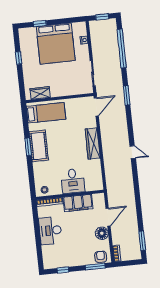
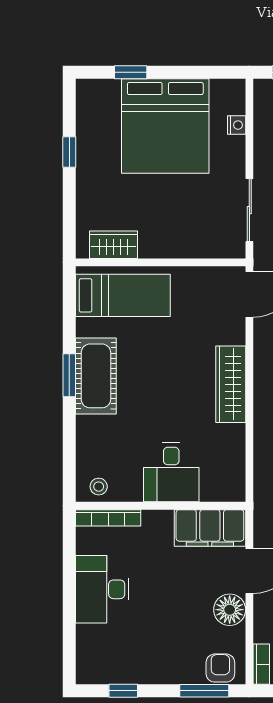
filing cabinet: (78, 203) -> (210, 528), moved

